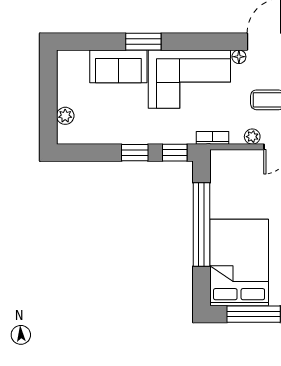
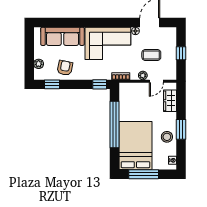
window: (143, 42) -> (82, 23), removed
sofa: (118, 66) -> (62, 36), width x1.36
armchair: (112, 123) -> (65, 68), added
window: (135, 153) -> (52, 84), moved

